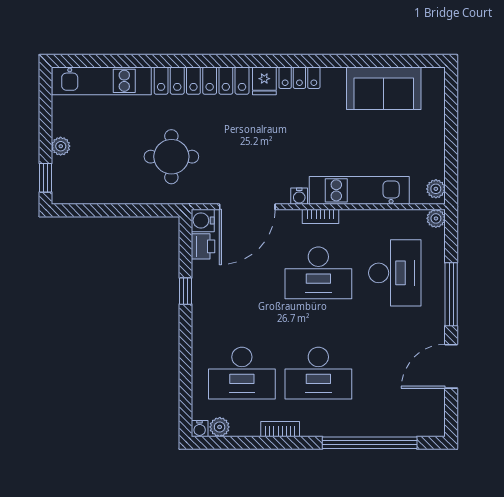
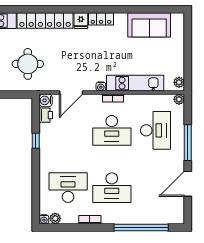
door: (247, 207) -> (71, 93), width x0.73
desk: (242, 373) -> (68, 188), turned 180

